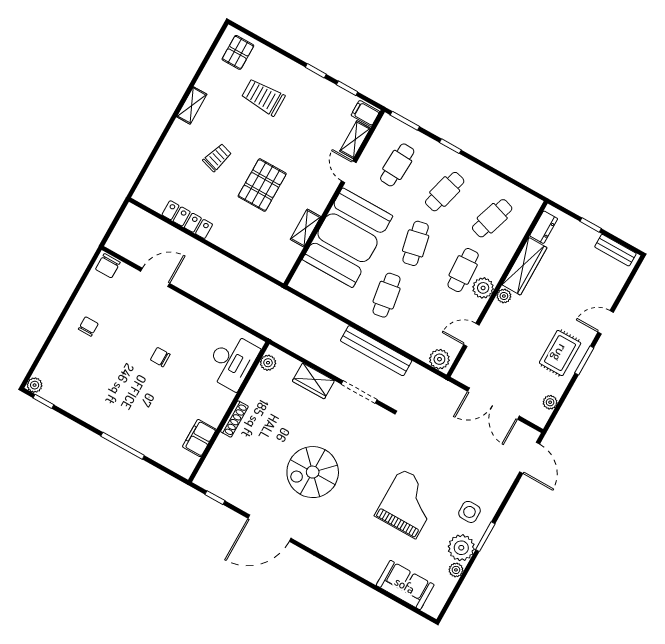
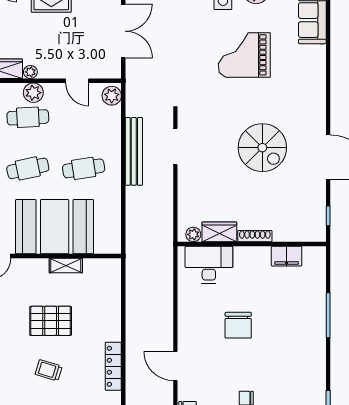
chair: (160, 357) -> (238, 325), width x1.87, depth x1.87
wardrobe: (313, 381) -> (219, 232), moved, turned -90

